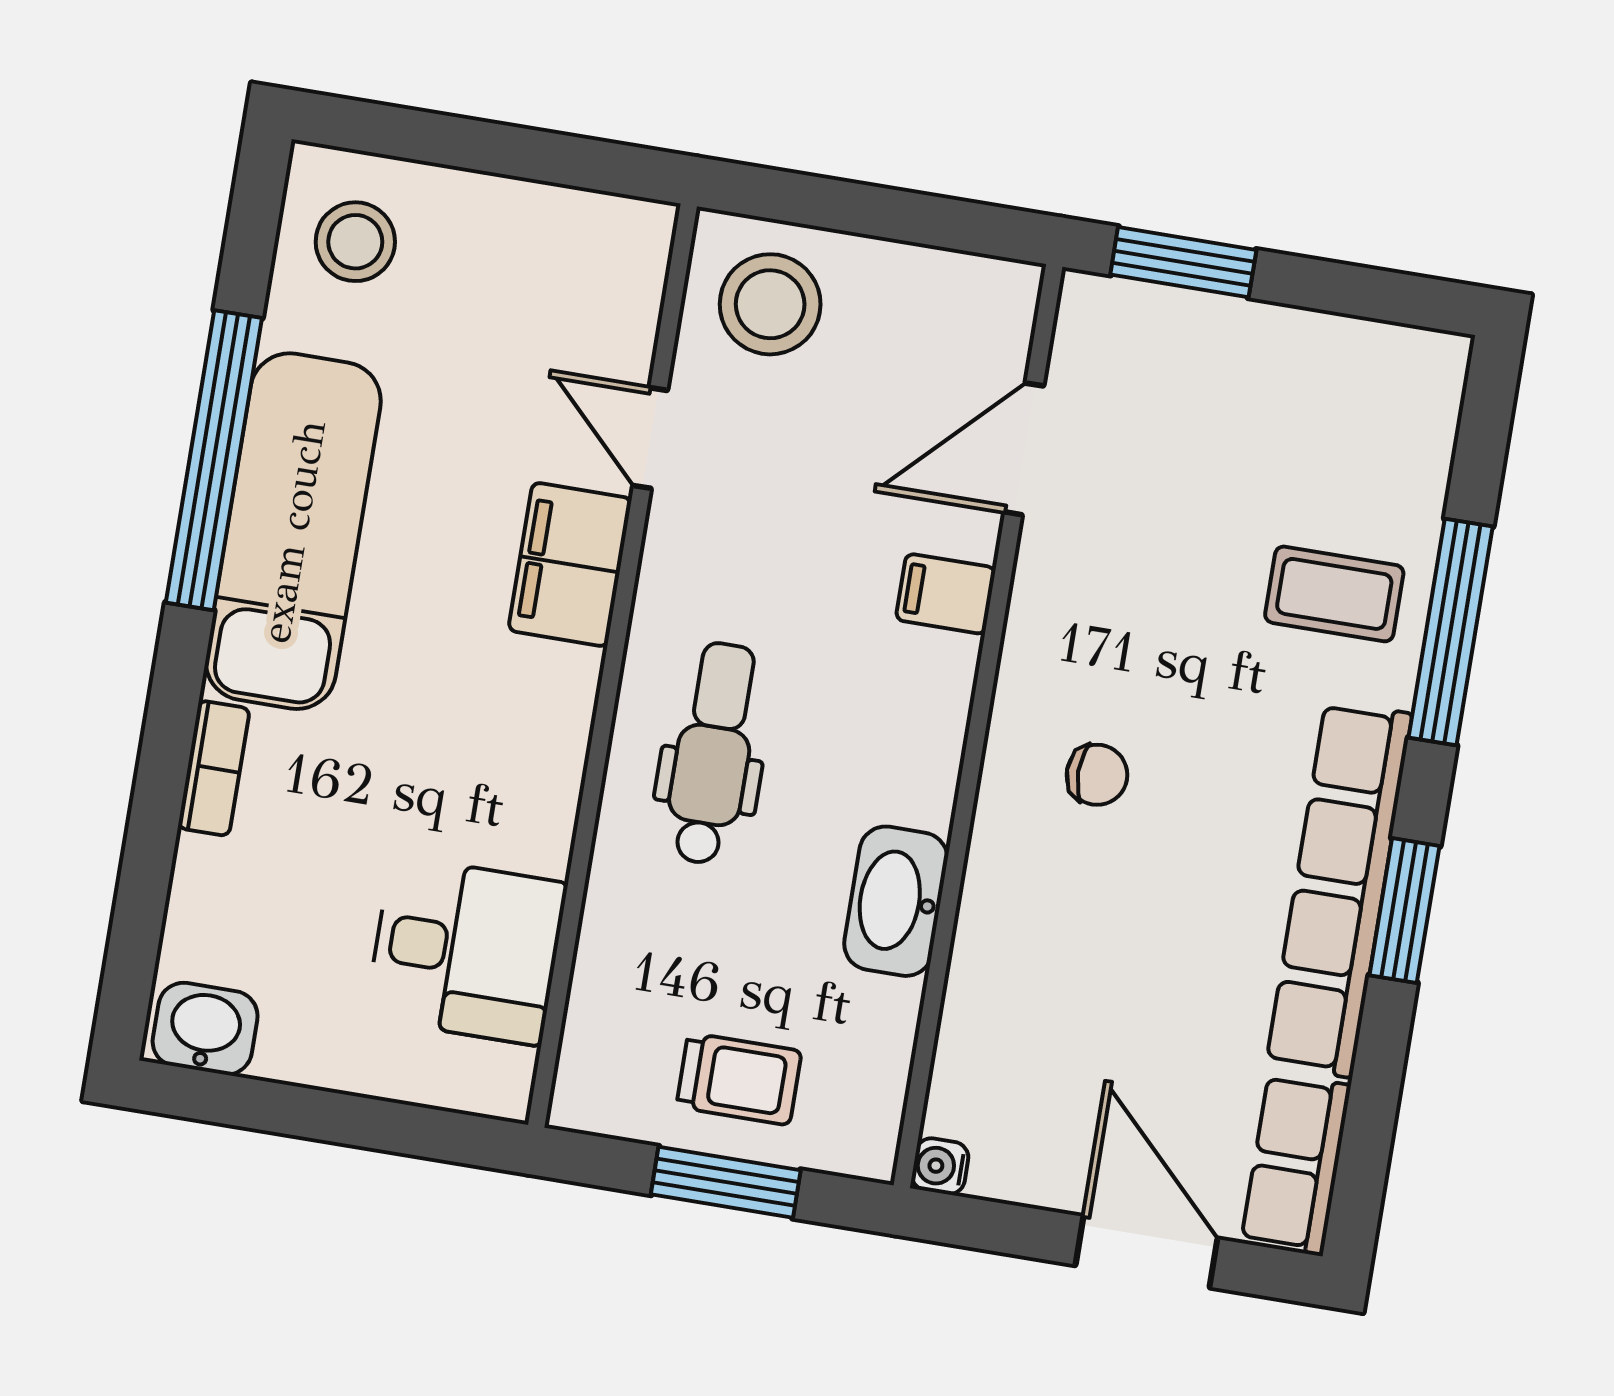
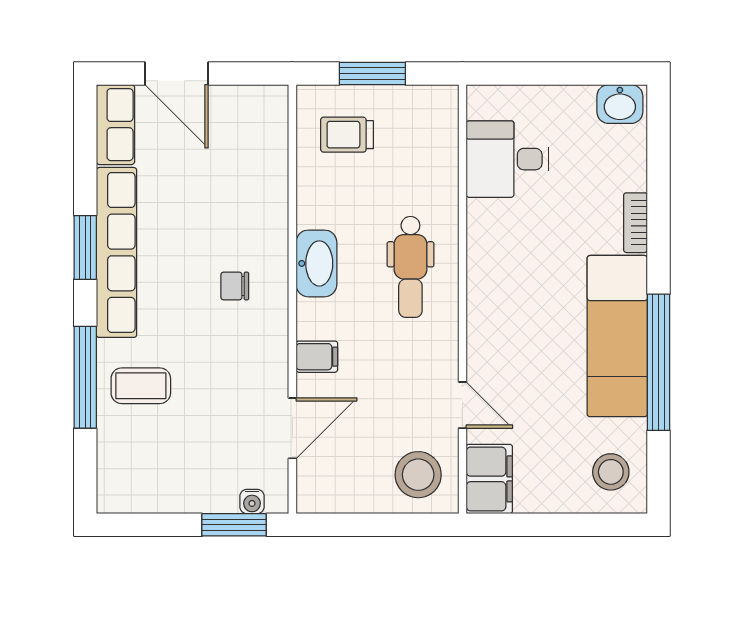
filing cabinet: (570, 564) -> (489, 479), moved
washbasin: (896, 901) -> (316, 263), moved
trolley: (739, 1079) -> (347, 135), moved
water cooler: (940, 1166) -> (252, 501), moved, turned 90

